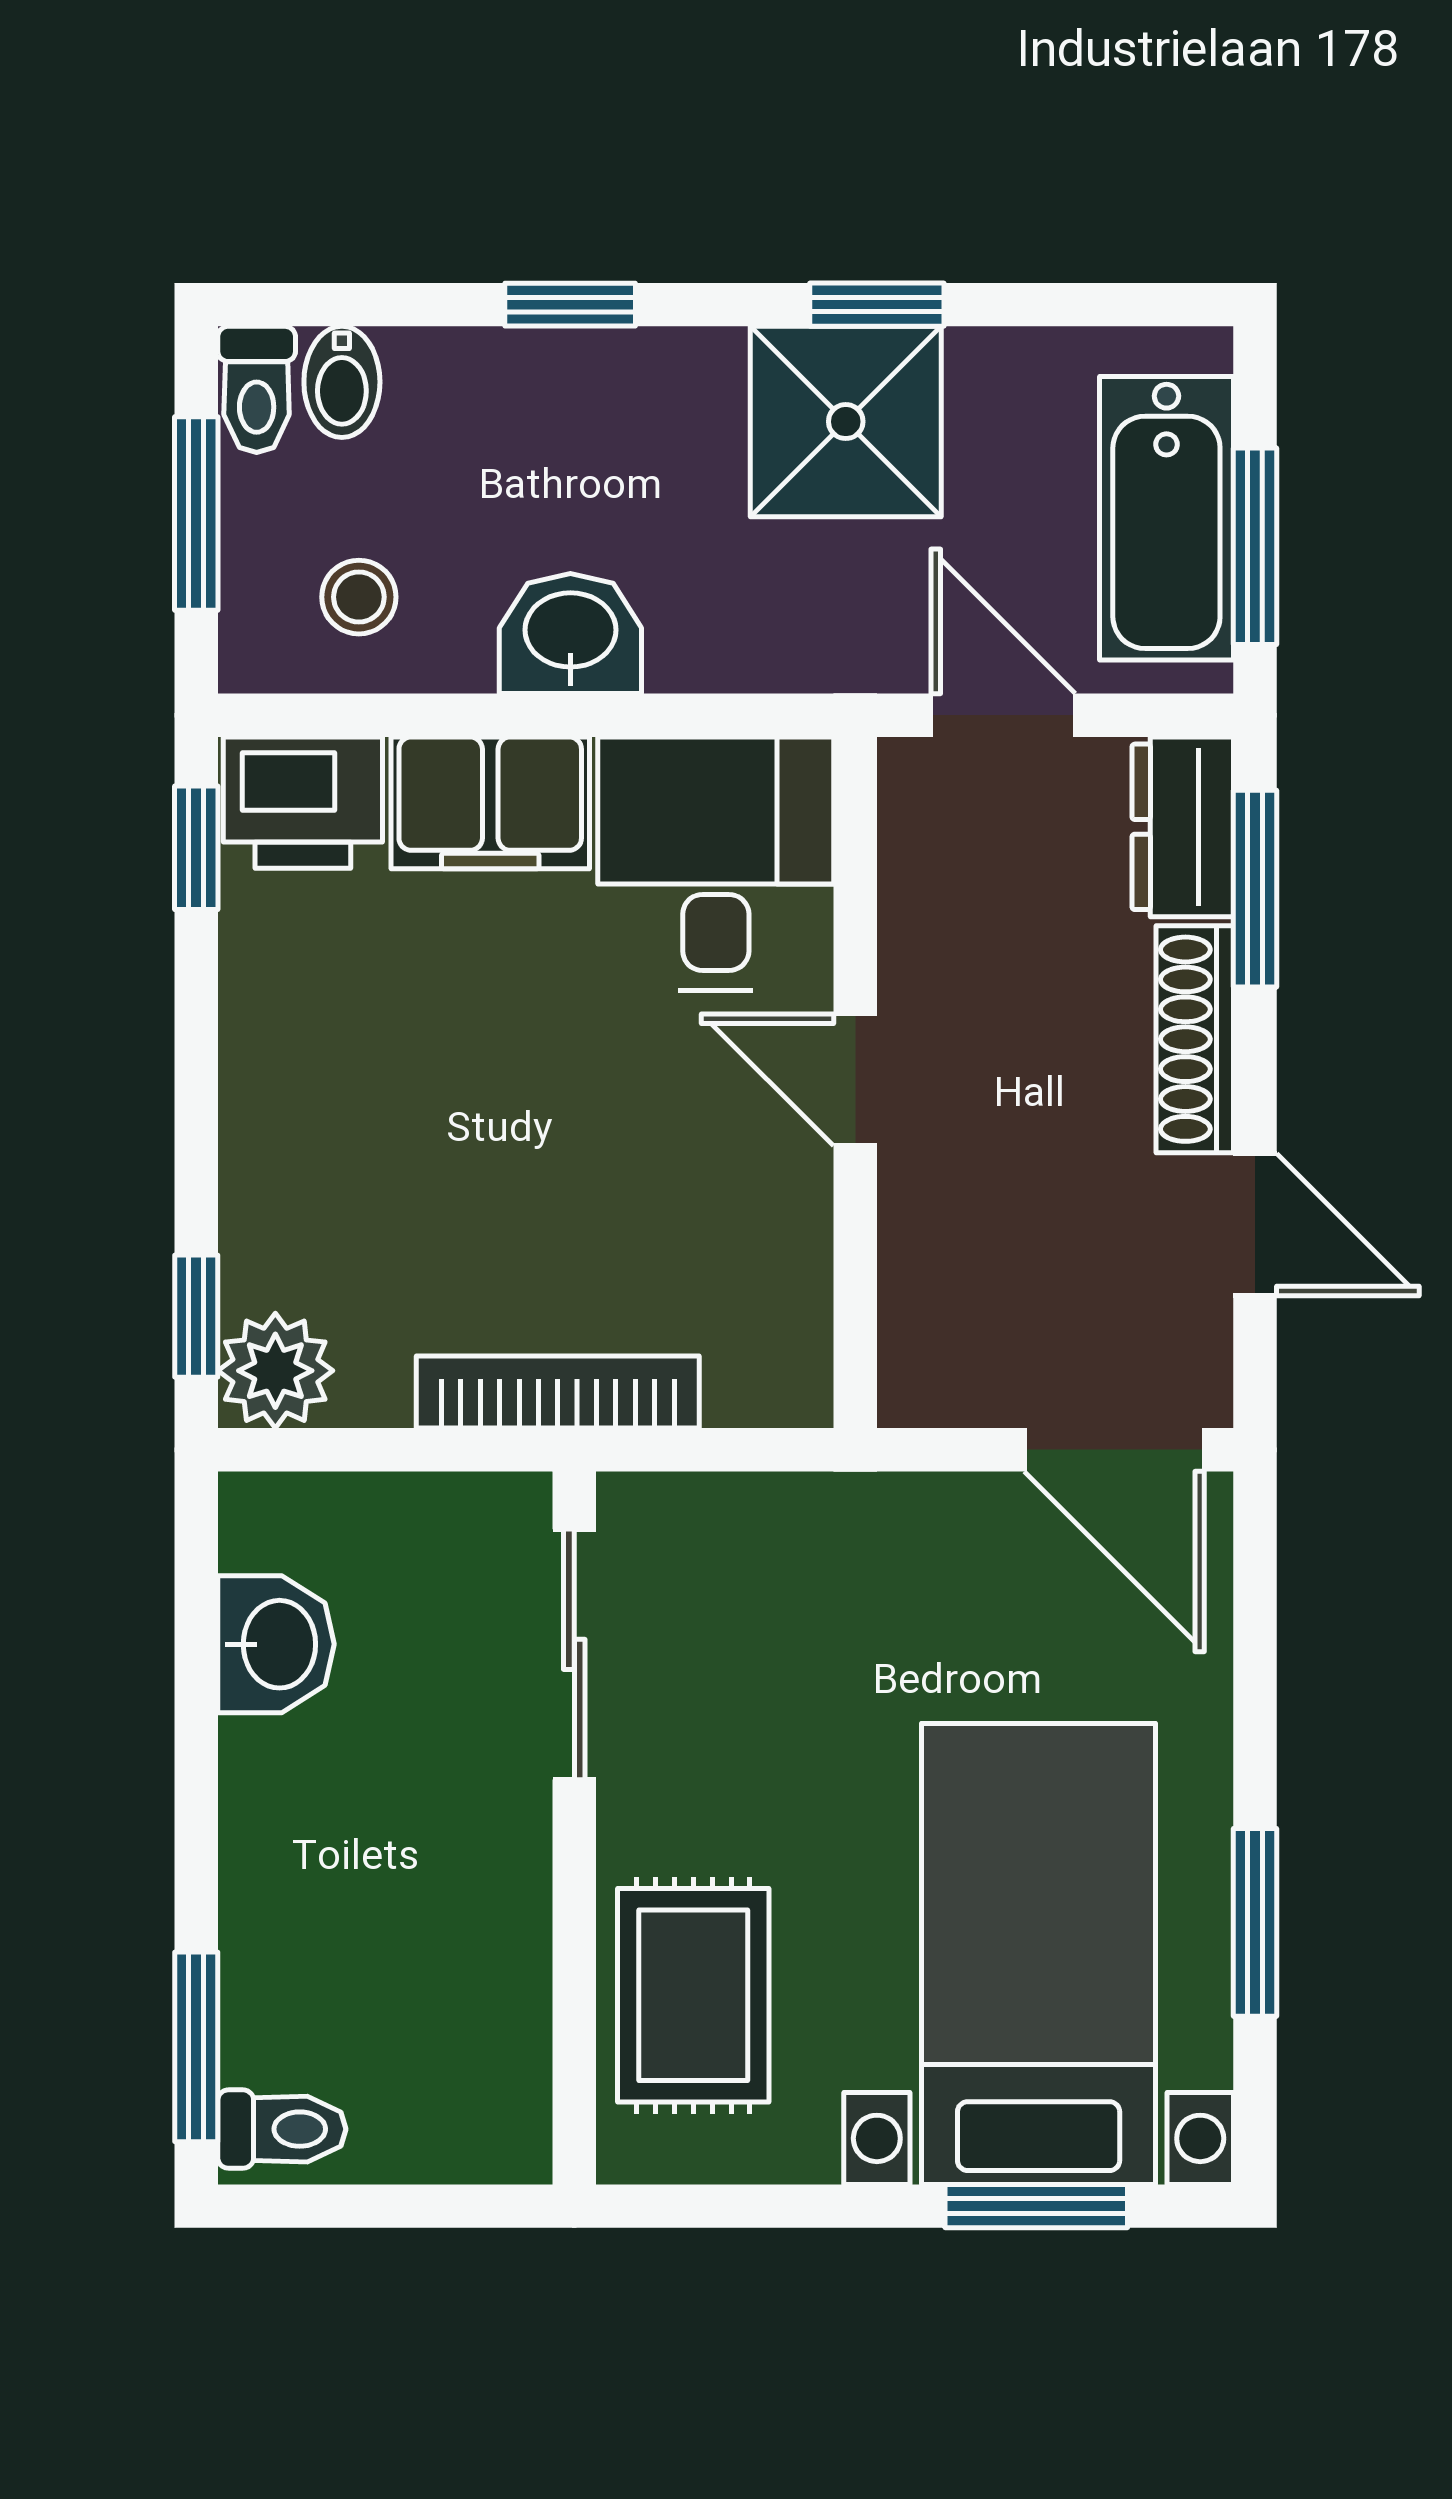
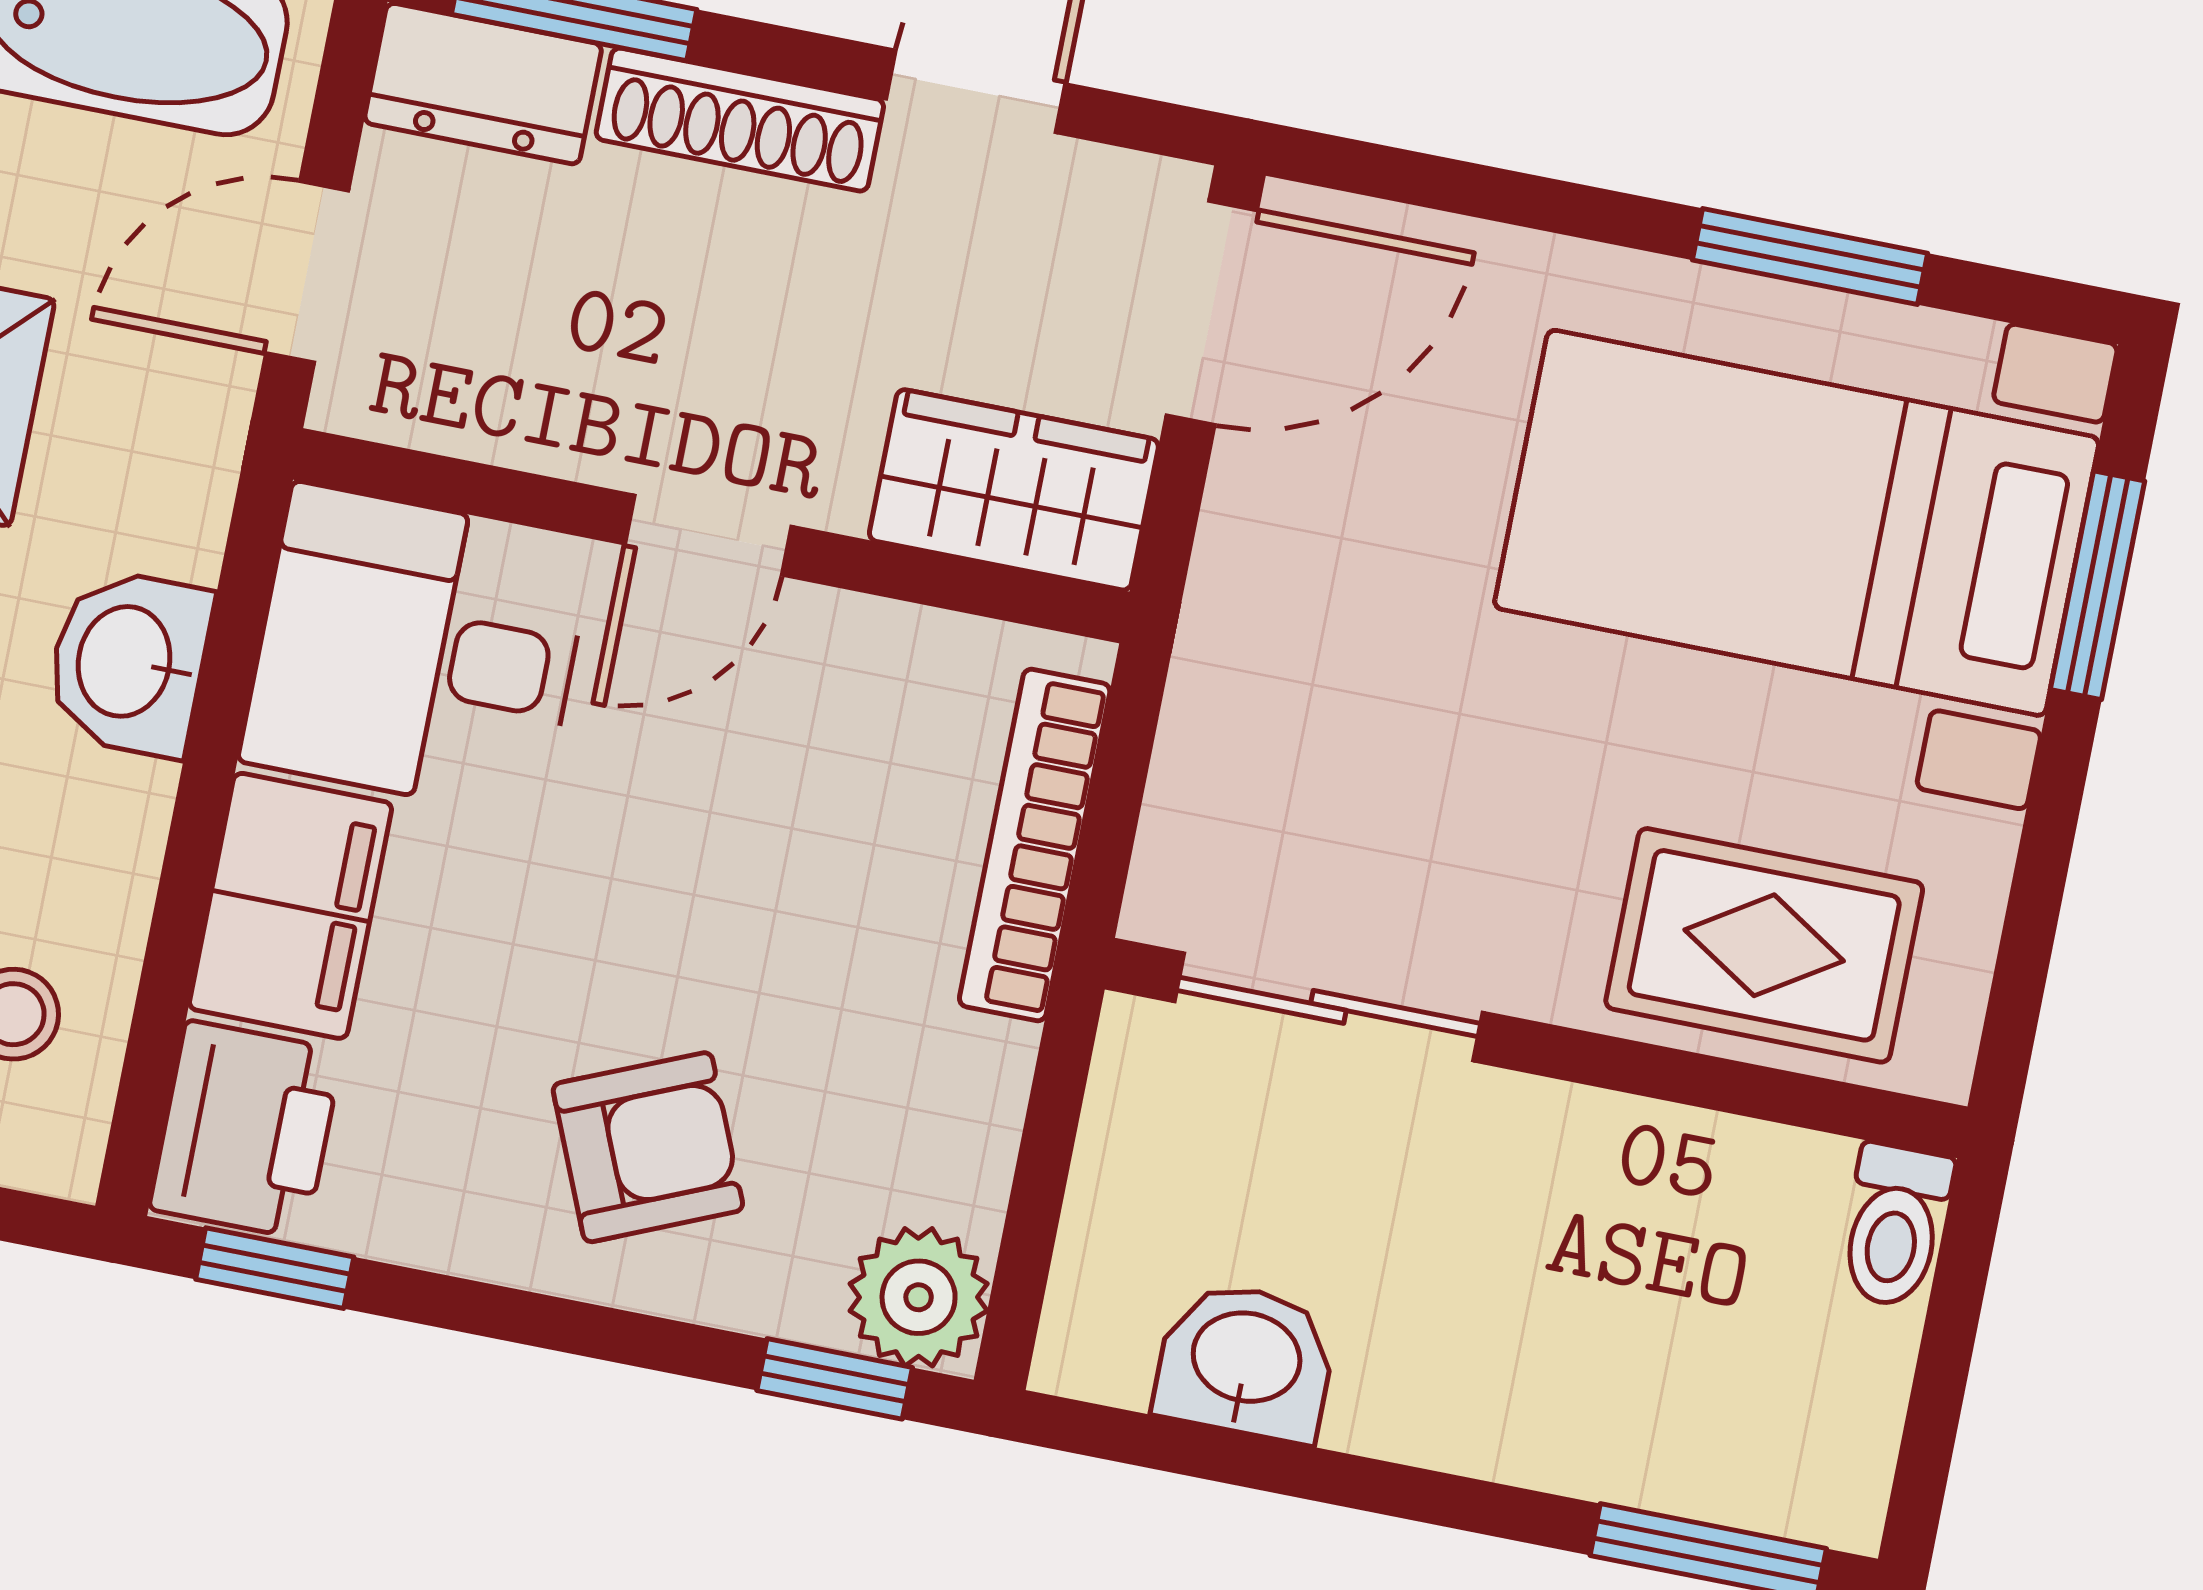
washbasin: (570, 634) -> (128, 662), moved
armchair: (353, 1129) -> (648, 1147), added
wardrobe: (940, 1319) -> (1014, 490), added
bookcase: (558, 1392) -> (1035, 845), moved
toilet: (282, 2129) -> (1895, 1225), moved, turned 180

